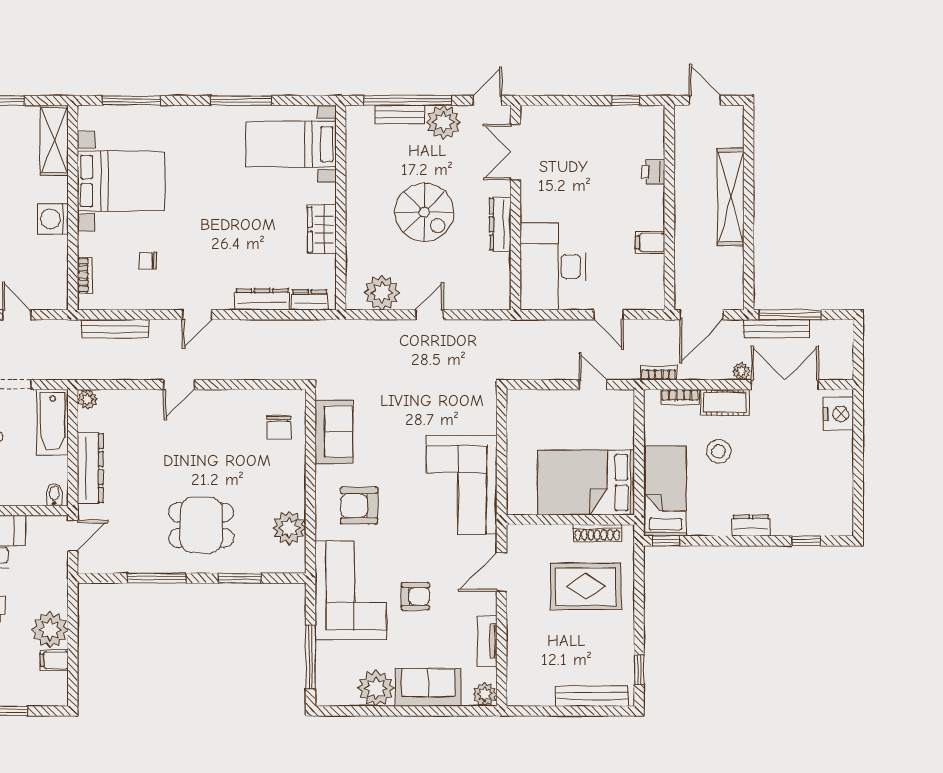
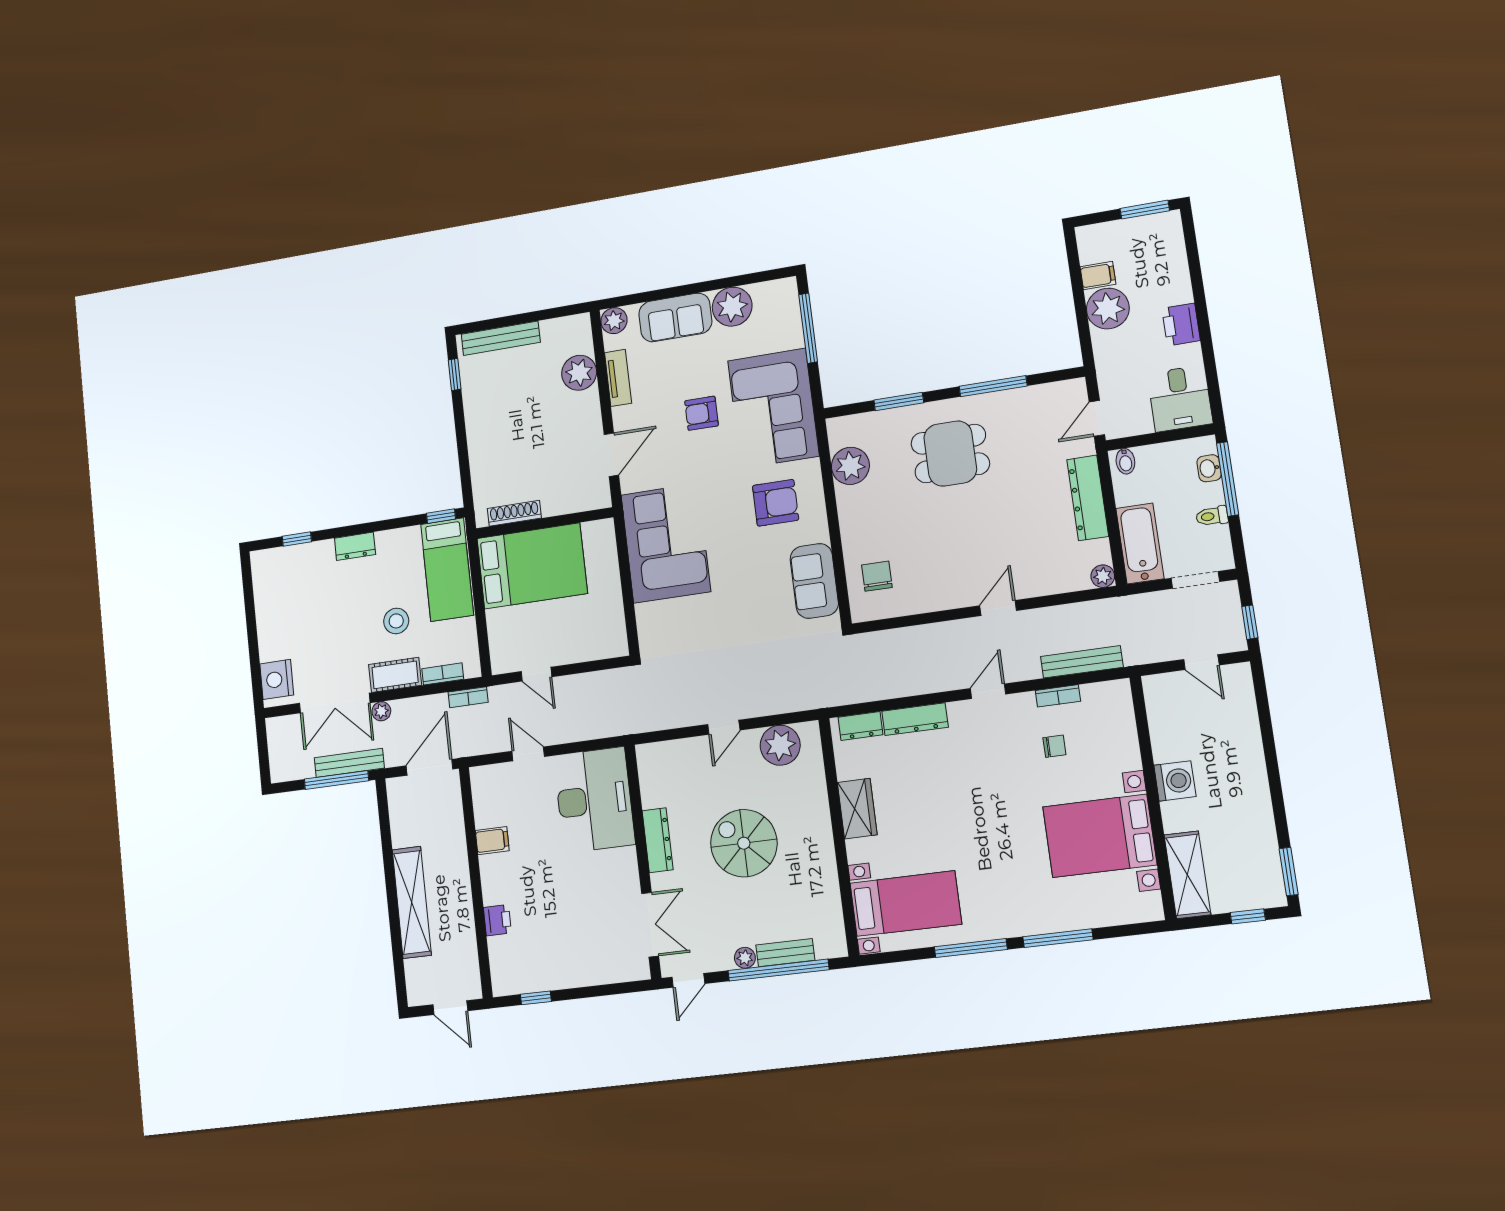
window: (131, 100) -> (1058, 938), moved
plant: (443, 122) -> (745, 958), width x0.53, depth x0.53
bookcase: (85, 275) -> (1058, 696), moved, turned -90
rug: (586, 586) -> (520, 454), removed
plant: (523, 652) -> (579, 373), added

